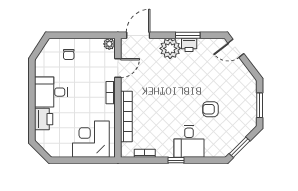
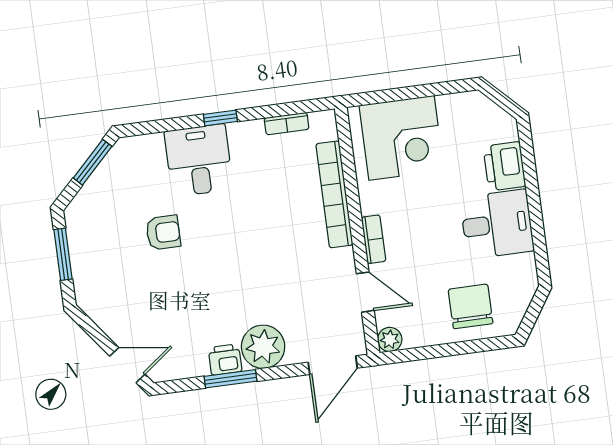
chair: (69, 55) -> (471, 306), width x1.87, depth x1.87
door: (118, 68) -> (365, 292), swing flipped

